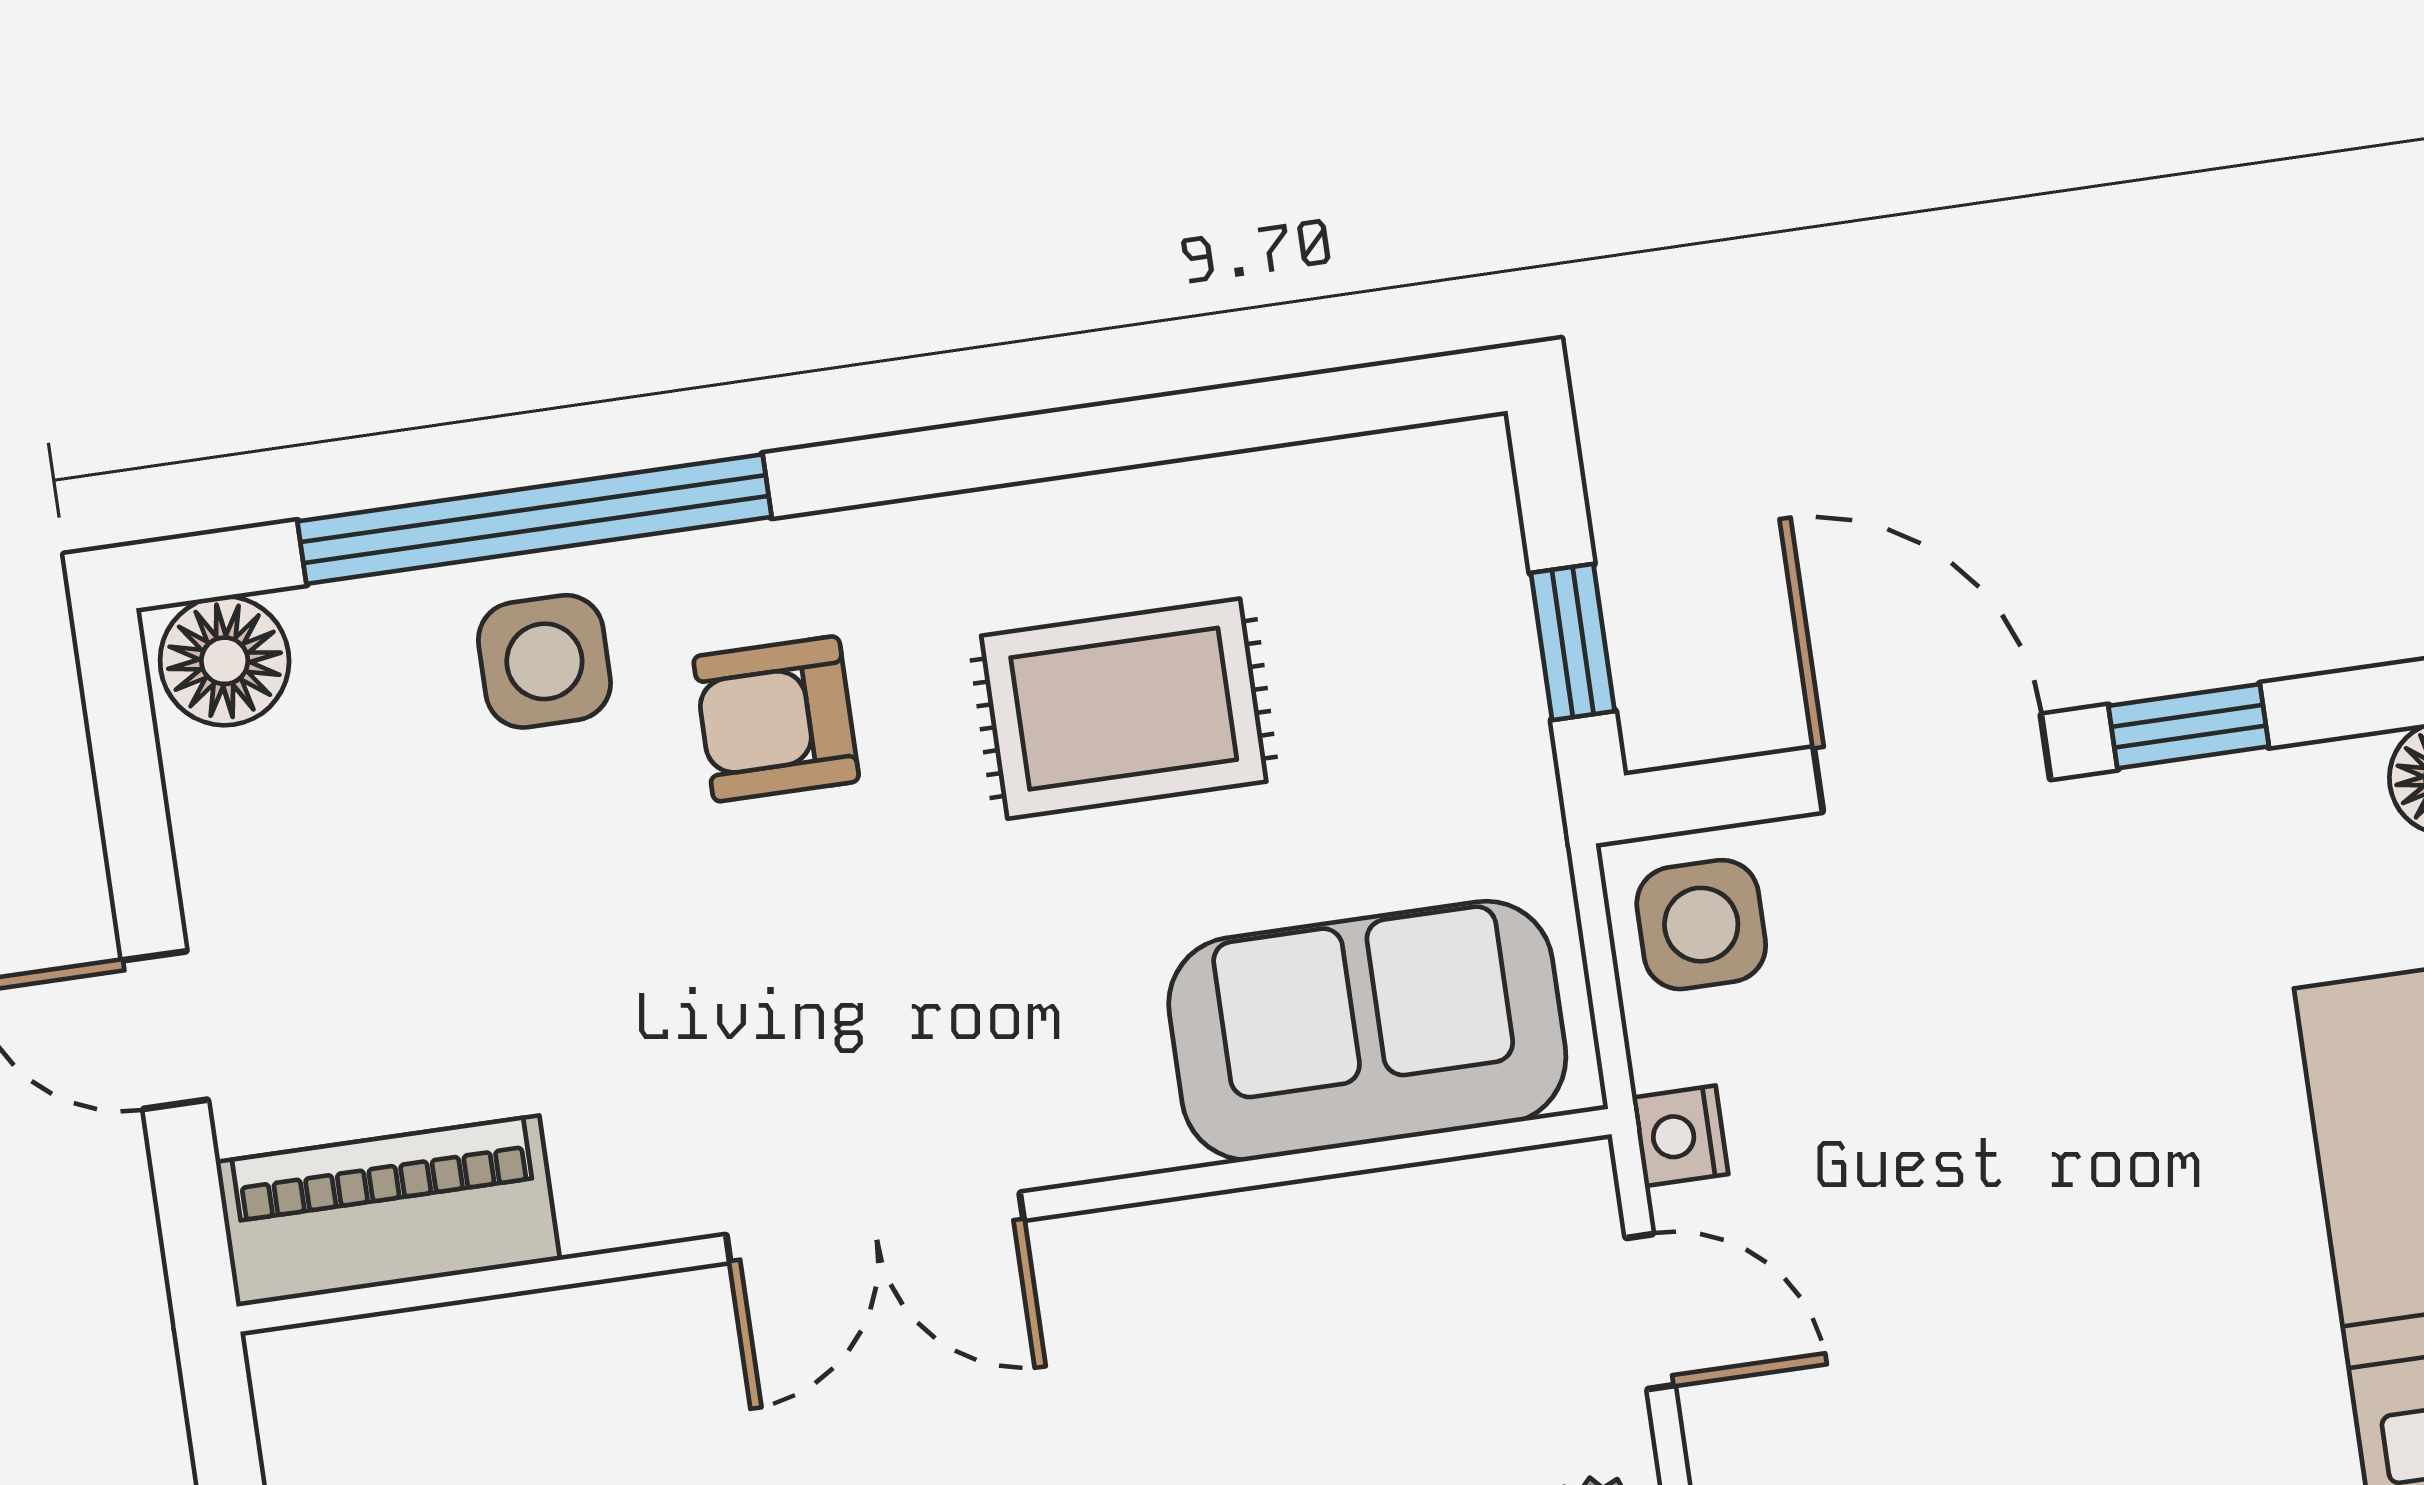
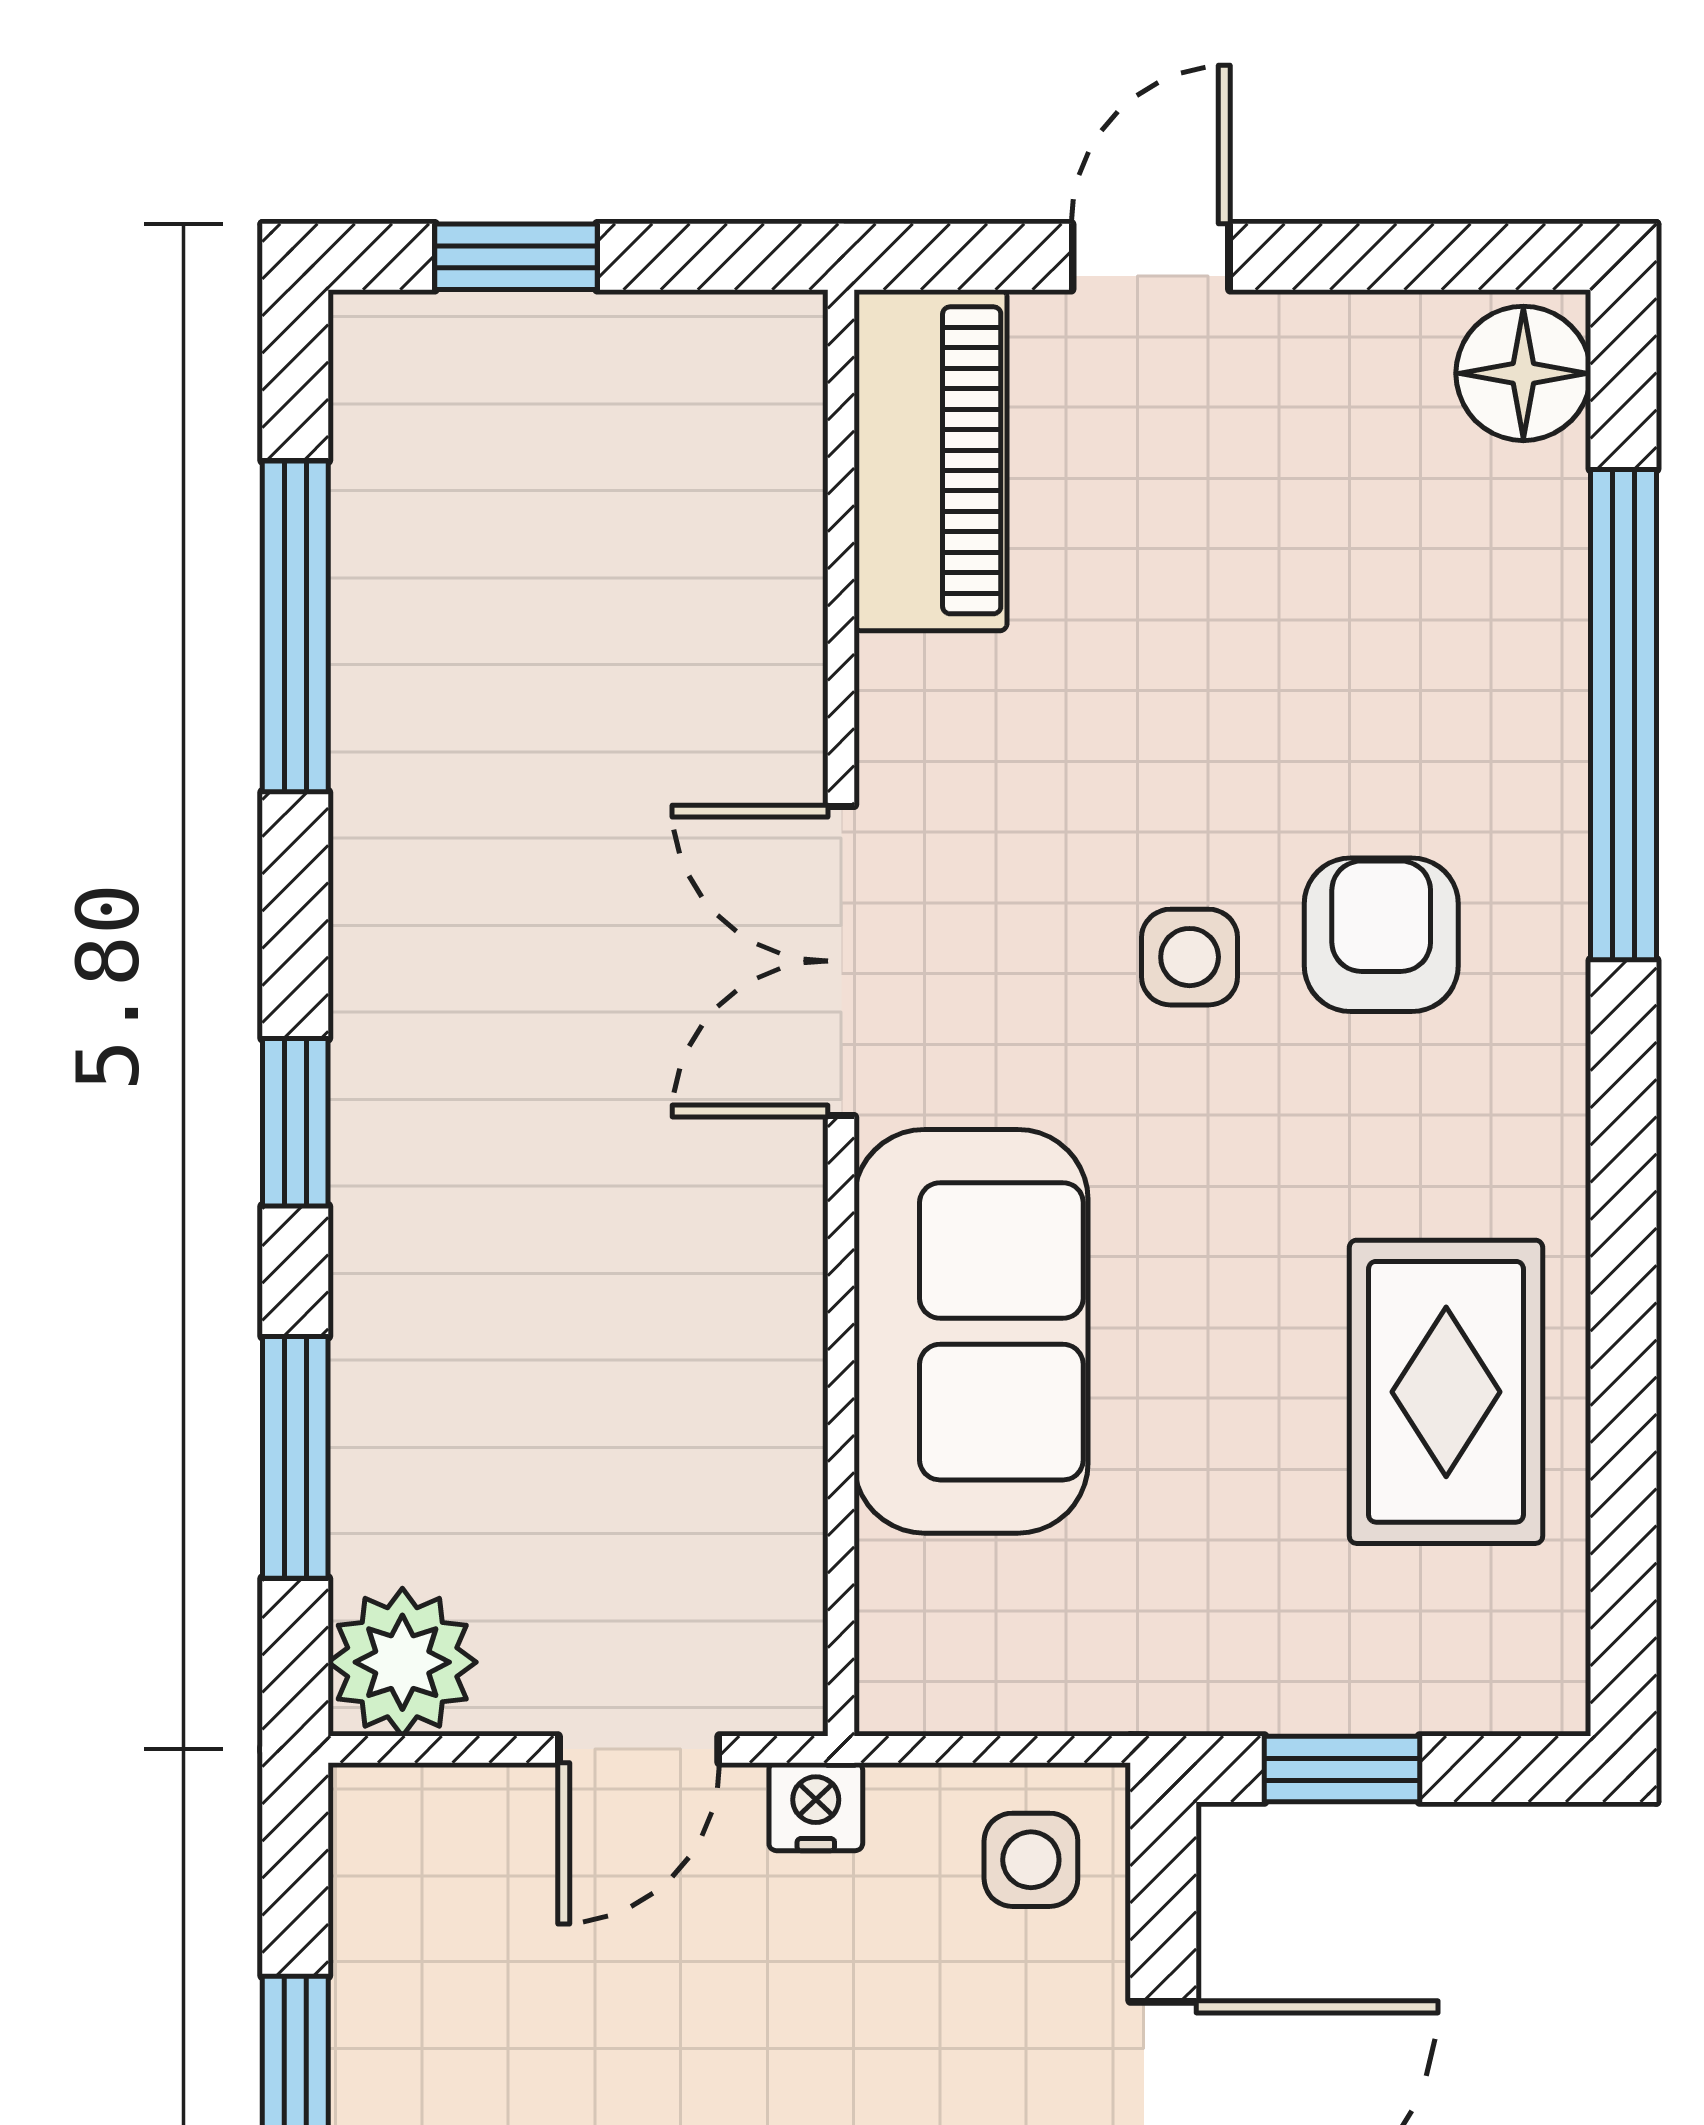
side table: (544, 661) -> (1190, 957), moved, width x0.73, depth x0.73
rug: (1124, 709) -> (1446, 1392), moved
side table: (1701, 925) -> (1031, 1860), width x0.73, depth x0.73
sofa: (1367, 1031) -> (971, 1331), moved

